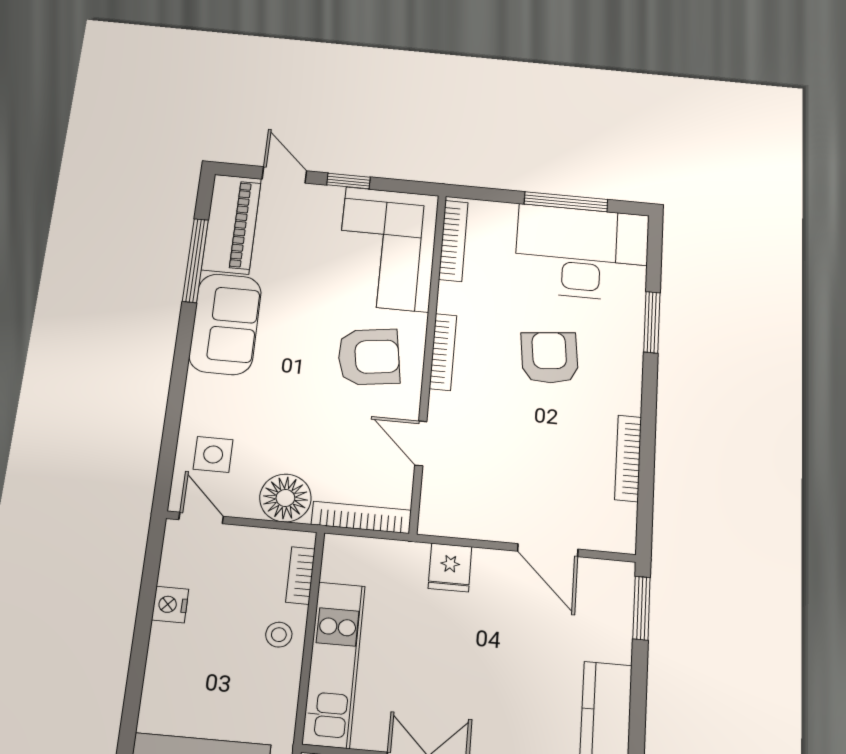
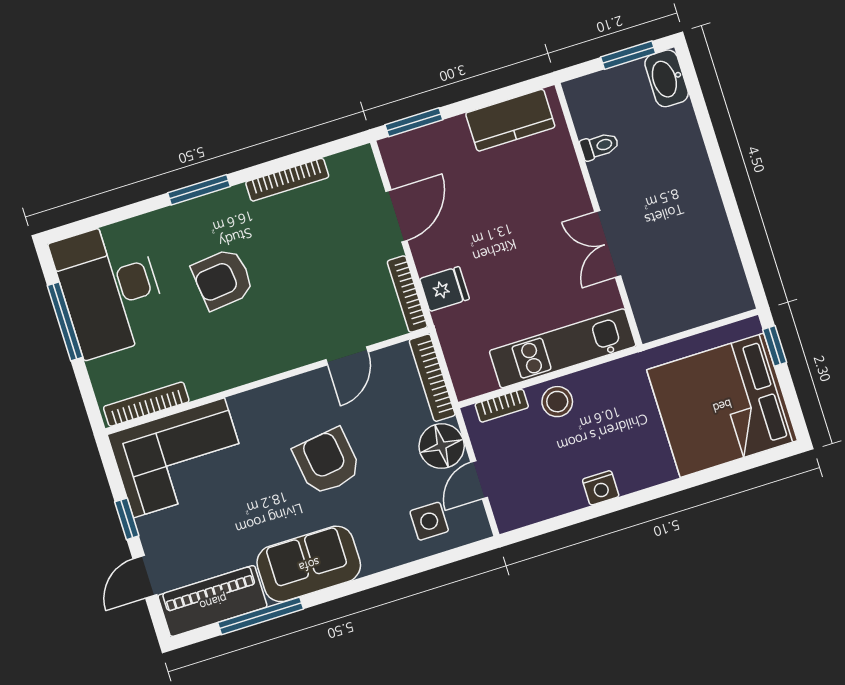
window: (652, 322) -> (199, 190), moved
bookcase: (443, 352) -> (407, 294), moved, turned -90
armchair: (369, 357) -> (327, 462), moved
door: (201, 518) -> (479, 480), moved
nightstand: (170, 605) -> (601, 488), moved
stool: (279, 635) -> (557, 402), width x1.37, depth x1.37

